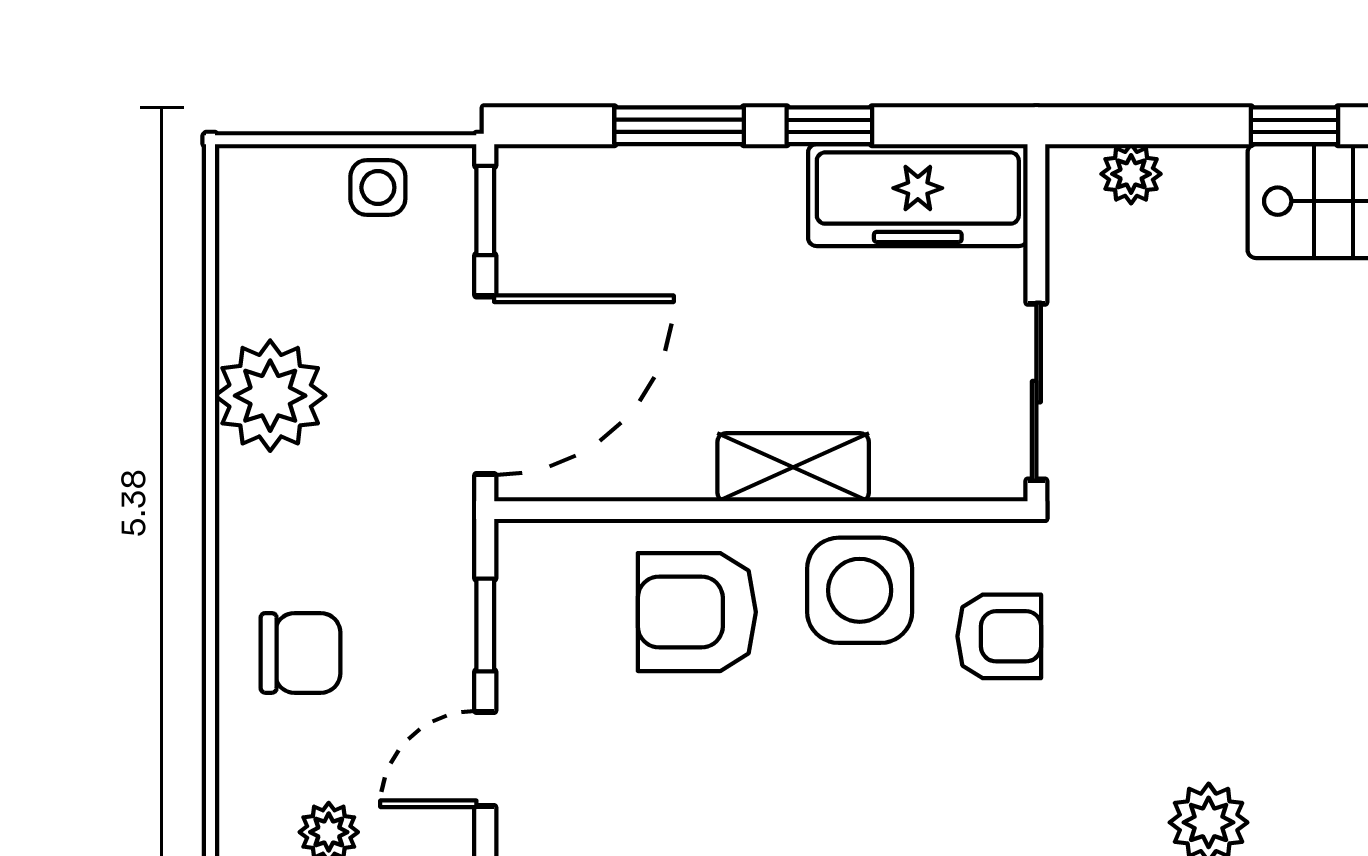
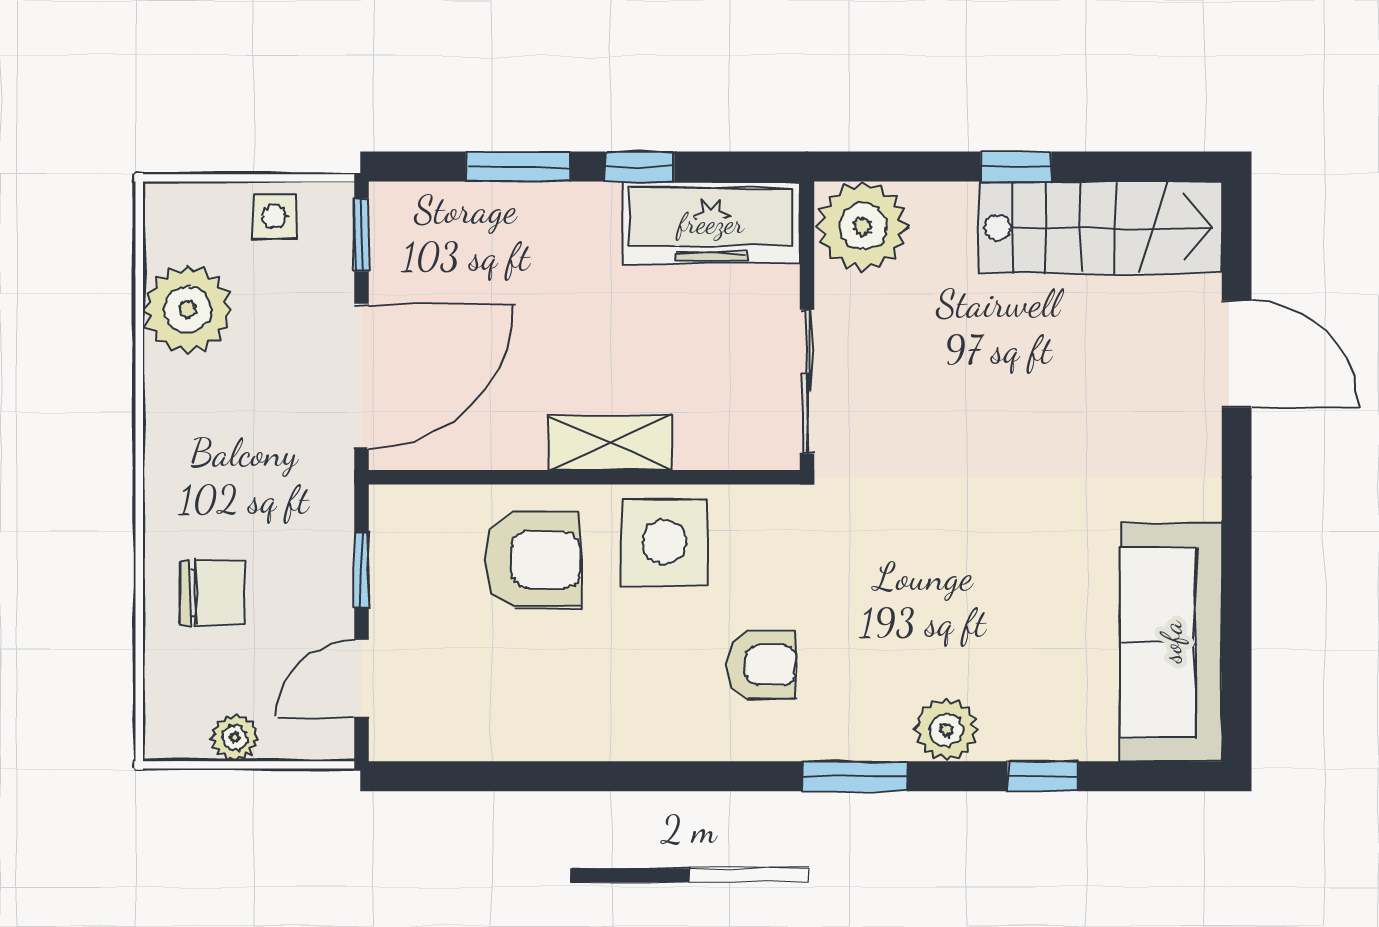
plant: (1131, 174) -> (863, 226), width x1.88, depth x1.88
plant: (270, 396) -> (188, 309), moved
armchair: (697, 612) -> (533, 560), turned 180
armchair: (999, 636) -> (762, 665), moved

